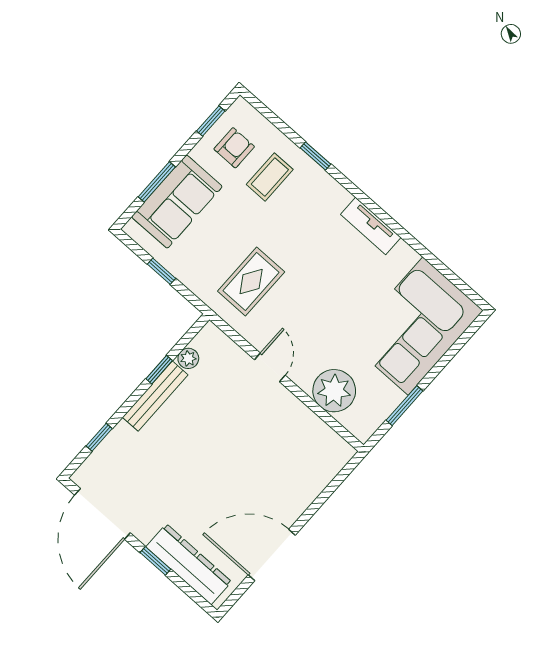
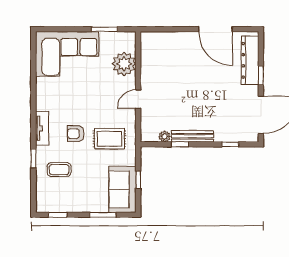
armchair: (234, 148) -> (76, 134), moved
sofa: (177, 202) -> (123, 189), moved, turned -90
tv unit: (371, 226) -> (42, 128), moved

